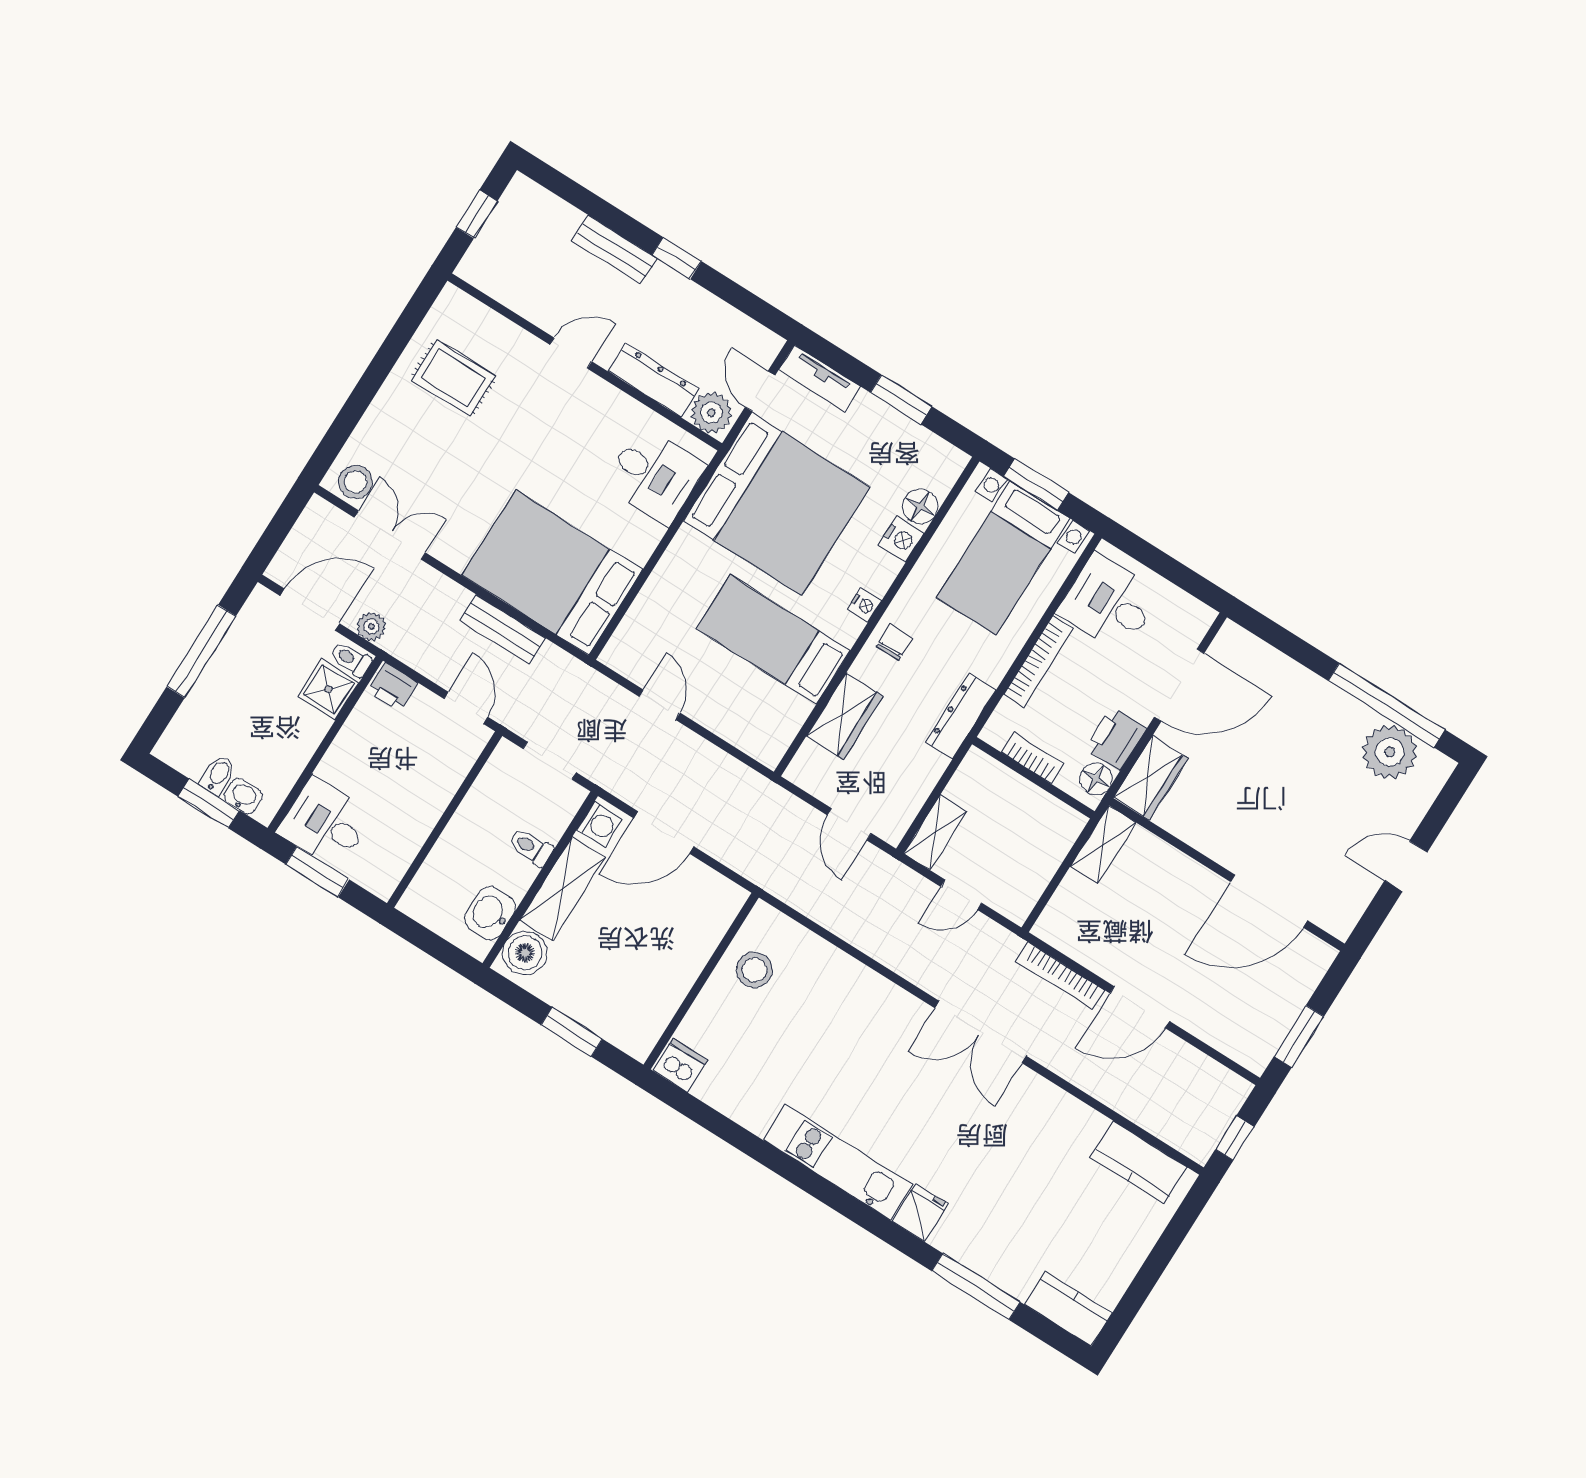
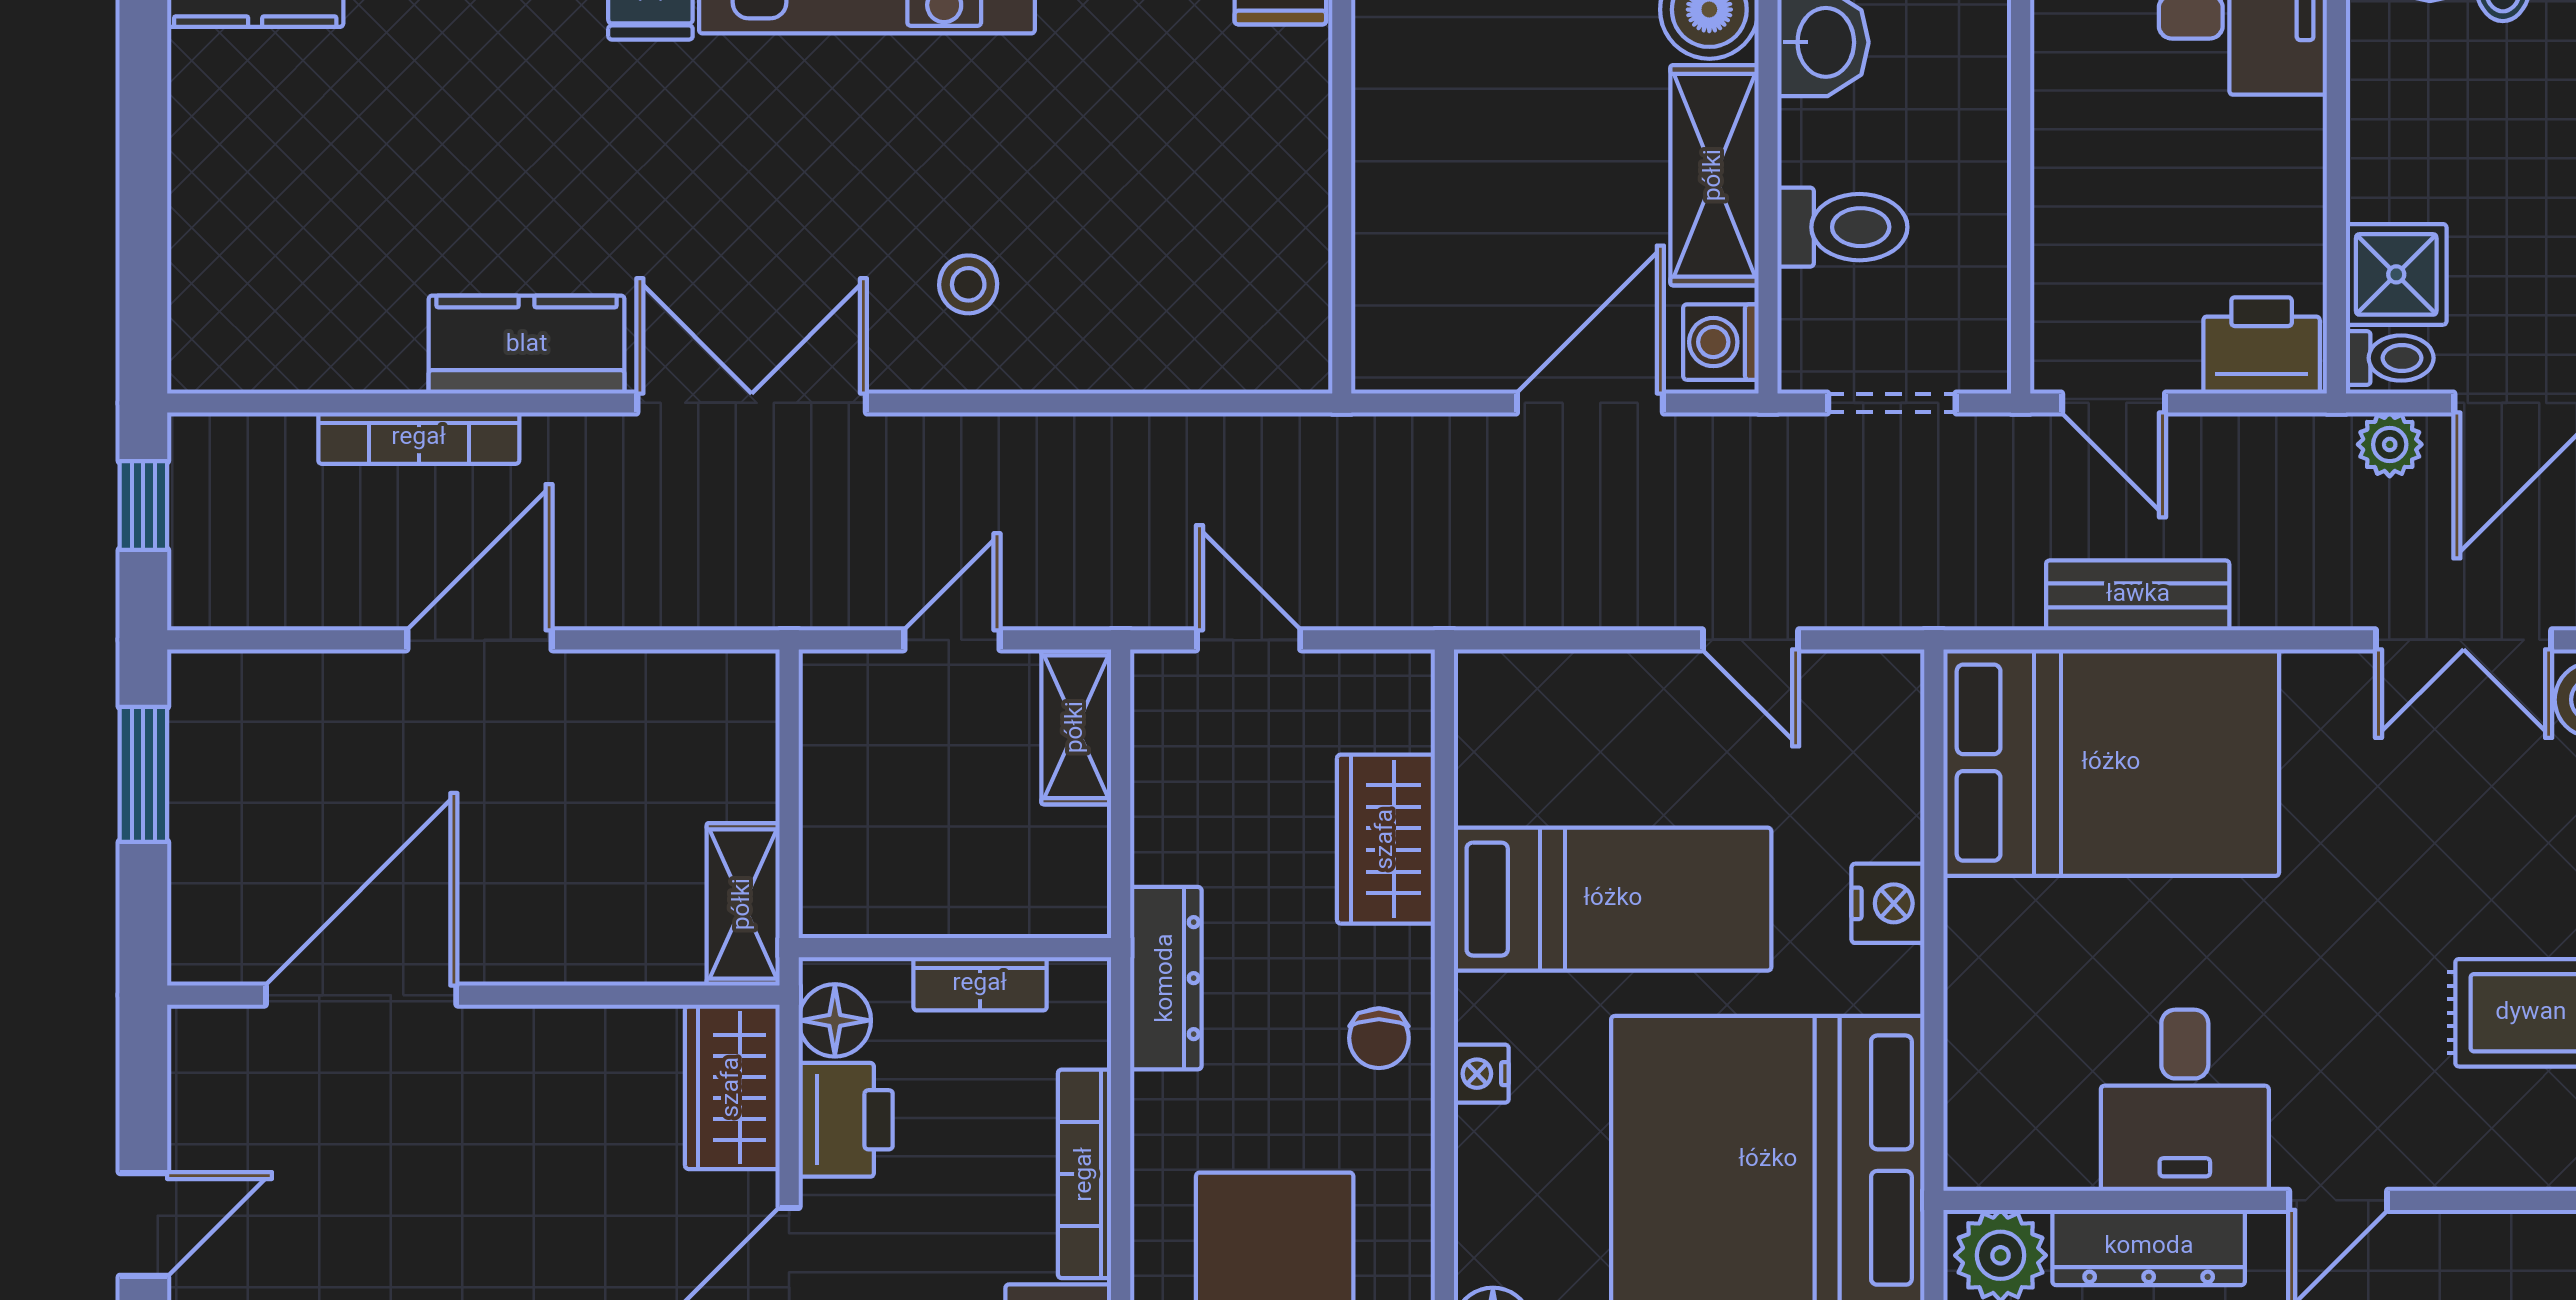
desk: (654, 475) -> (2185, 1100), moved, turned -90
nightstand: (901, 539) -> (1888, 903), moved, turned 180
printer: (393, 687) -> (2262, 345), width x1.36, depth x1.24
toilet: (531, 847) -> (1842, 227), width x1.37, depth x1.39
stool: (754, 970) -> (968, 284), moved, width x0.73, depth x0.73
bookcase: (1060, 976) -> (419, 438), moved, turned 180
kitchen counter: (1139, 1162) -> (527, 345), moved

